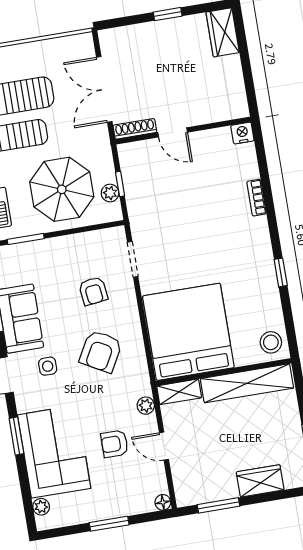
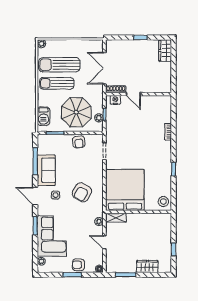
nightstand: (242, 133) -> (115, 100), moved
armchair: (93, 291) -> (79, 142), moved
shelving: (247, 383) -> (149, 219), removed
armchair: (114, 444) -> (78, 265), moved

